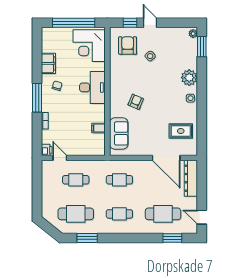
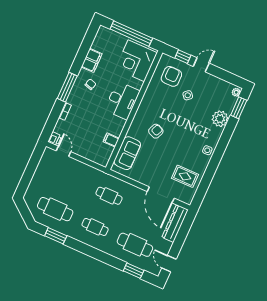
door: (150, 23) -> (201, 65), hinge flipped
plant: (189, 78) -> (220, 119), moved
cafe table: (76, 180) -> (69, 178), removed

